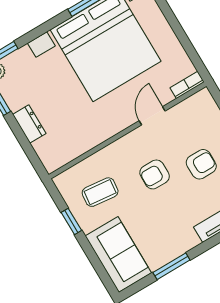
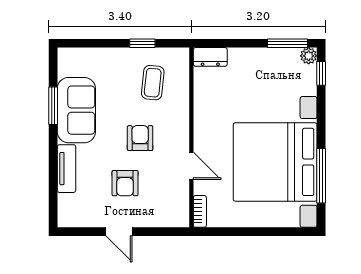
dresser: (29, 124) -> (210, 57), moved
sofa: (118, 255) -> (76, 110), moved, turned -90

